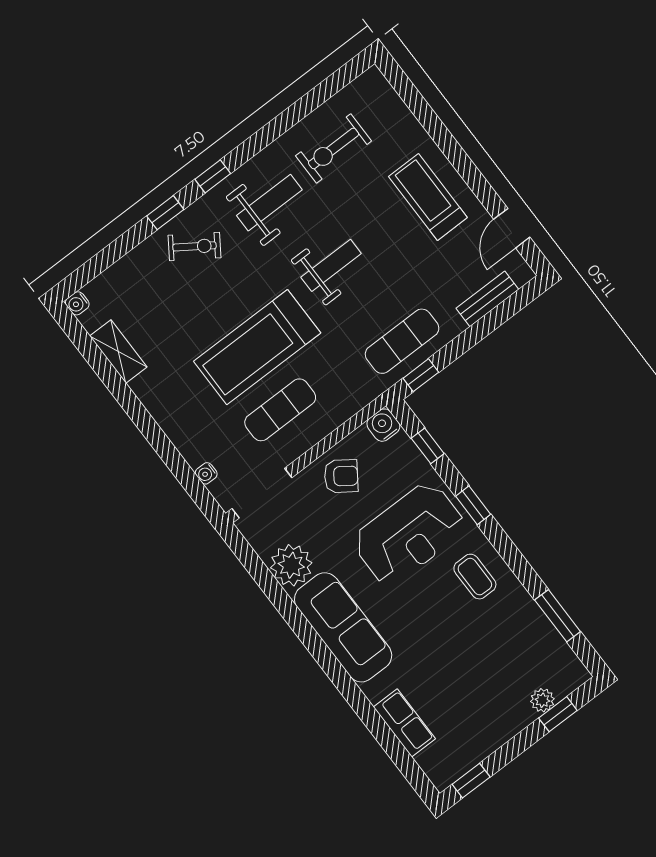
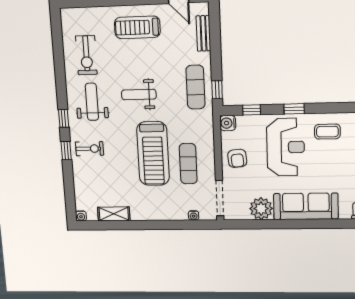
exercise bike: (194, 246) -> (90, 149), turned 56
weight bench: (331, 265) -> (139, 95), turned -90
armchair: (341, 476) -> (237, 158), turned 140

